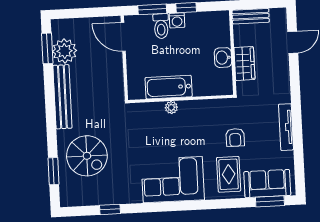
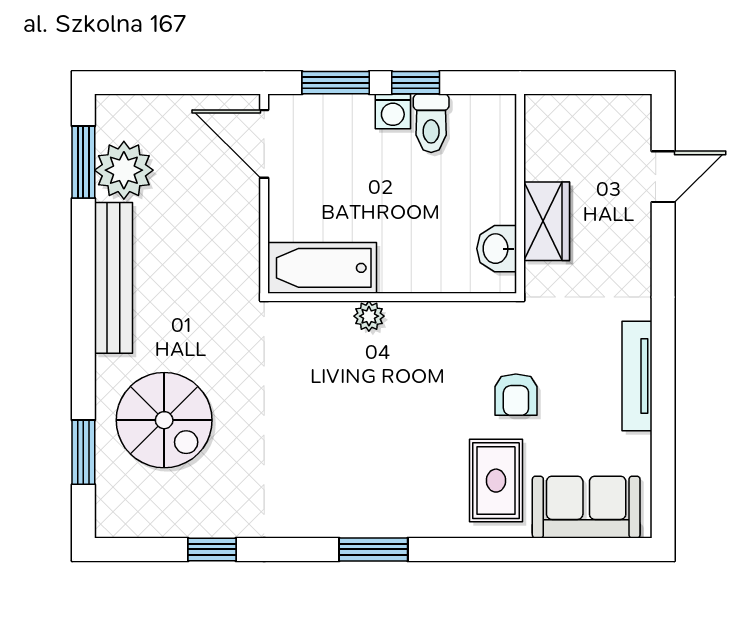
bench: (251, 16) -> (567, 110), removed
toilet: (161, 26) -> (431, 123), moved
washbasin: (223, 58) -> (497, 249), moved
bathtub: (169, 87) -> (322, 268), moved
corner sofa: (173, 180) -> (364, 487), removed
window: (270, 201) -> (373, 549), moved

